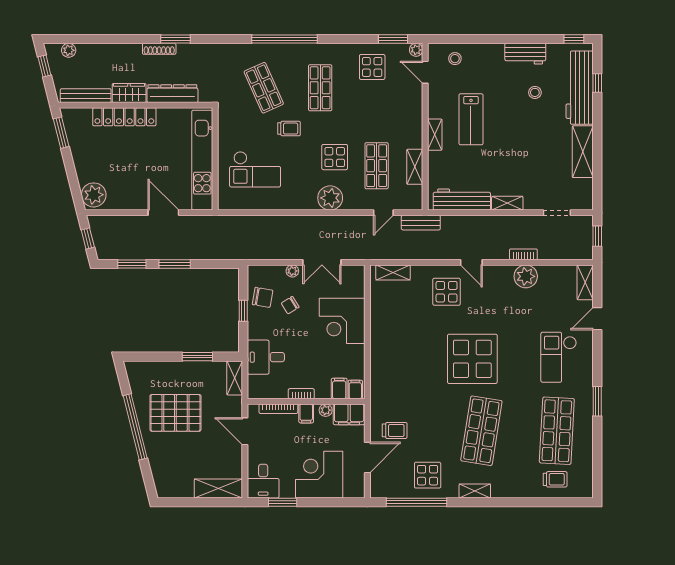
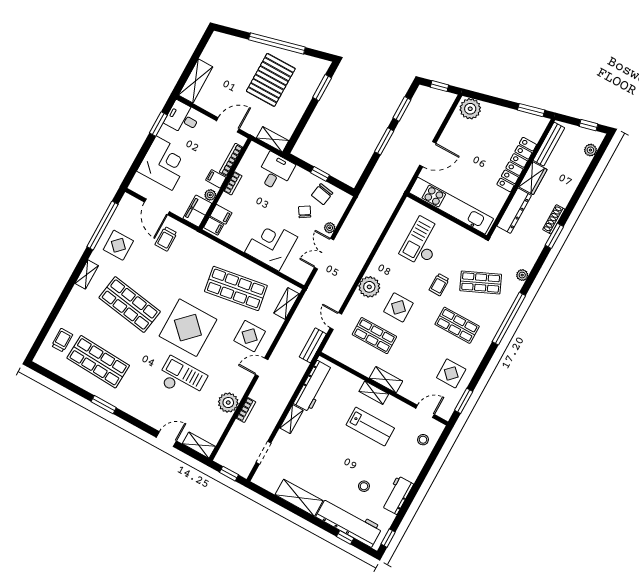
plant: (416, 50) -> (522, 275), moved
lab bench: (471, 119) -> (370, 427), turned 180
shelving: (415, 167) -> (386, 380), moved
door: (597, 319) -> (166, 439), hinge flipped
shop shelf: (406, 332) -> (236, 288), added
window: (197, 357) -> (322, 88), moved
checkout: (559, 357) -> (182, 379), moved
trolley: (555, 479) -> (62, 340), turned 180

